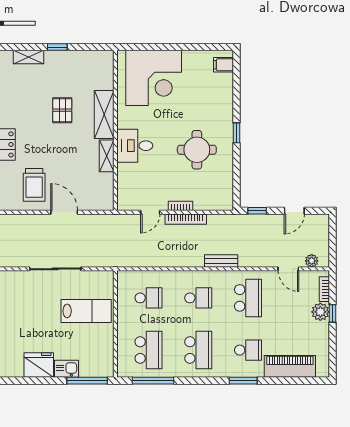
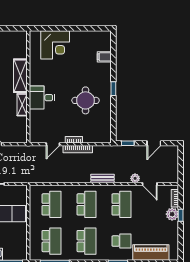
filing cabinet: (223, 65) -> (104, 57), moved
corner desk: (154, 78) -> (55, 45), width x0.74, depth x0.74
plant: (312, 261) -> (135, 178), moved
school desk: (148, 298) -> (51, 204), width x1.85
school desk: (198, 298) -> (86, 204), width x1.85

